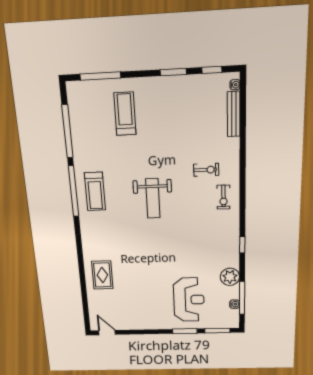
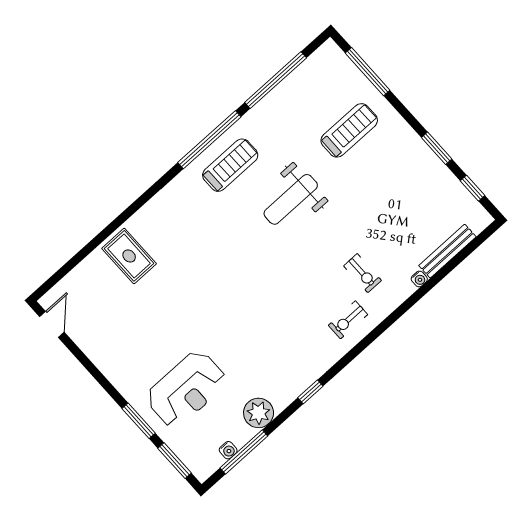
water cooler: (235, 85) -> (419, 279), moved
treadmill: (95, 192) -> (230, 165), turned 180
weight bench: (153, 198) -> (291, 199), moved
rug: (102, 275) -> (129, 256), turned 90

